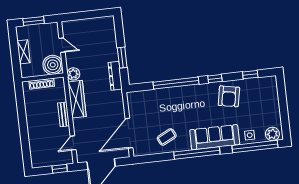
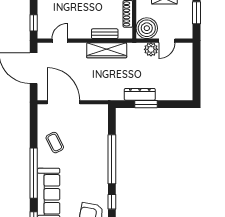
plant: (73, 74) -> (151, 49), moved
dresser: (115, 76) -> (140, 94), moved
bench: (63, 114) -> (105, 34), moved
door: (73, 143) -> (60, 41), hinge flipped

